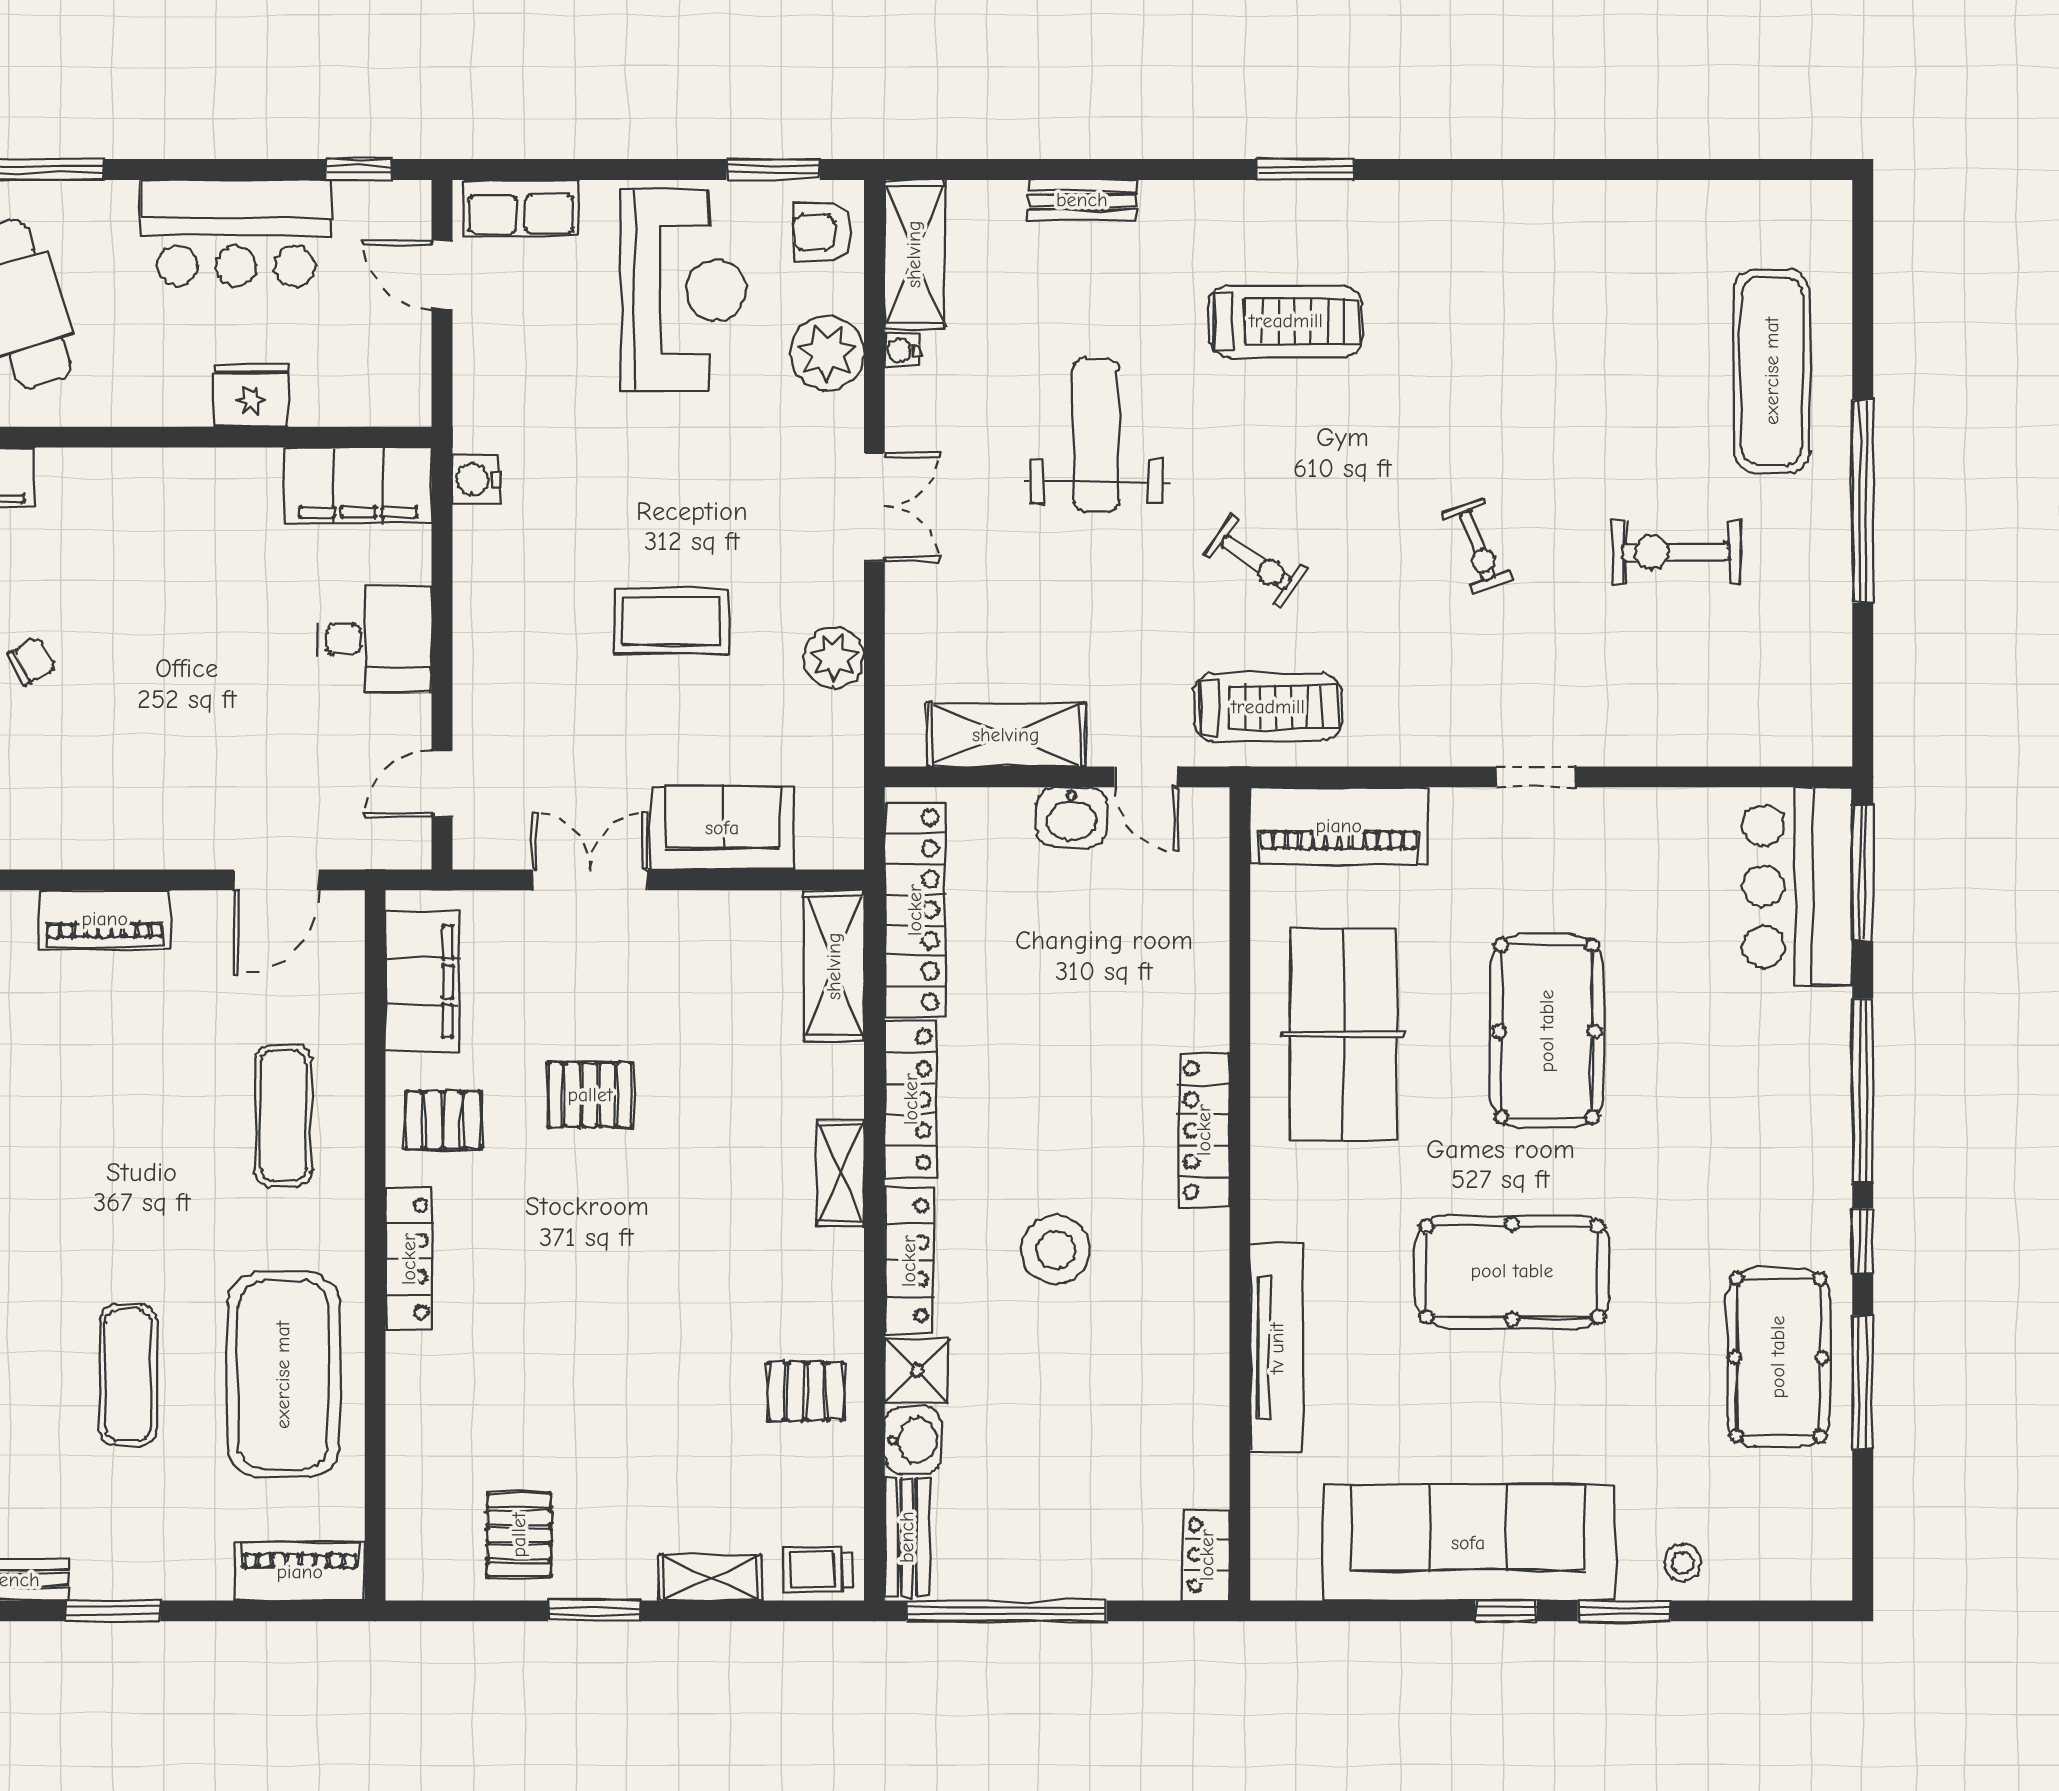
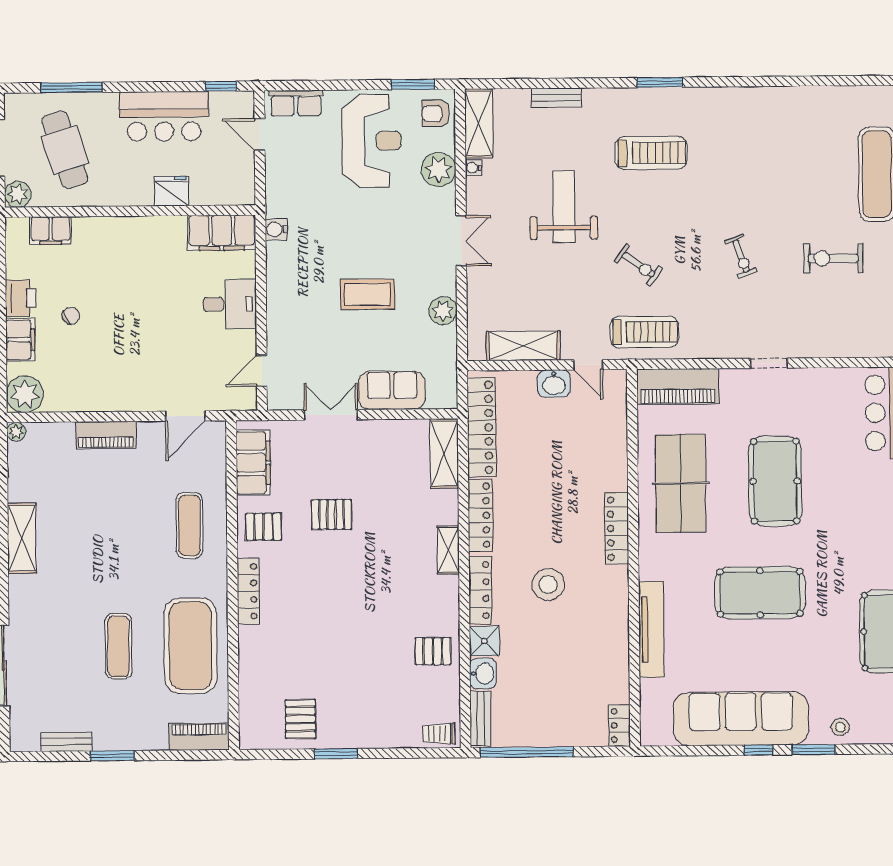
shelving: (710, 1578) -> (389, 738), removed

